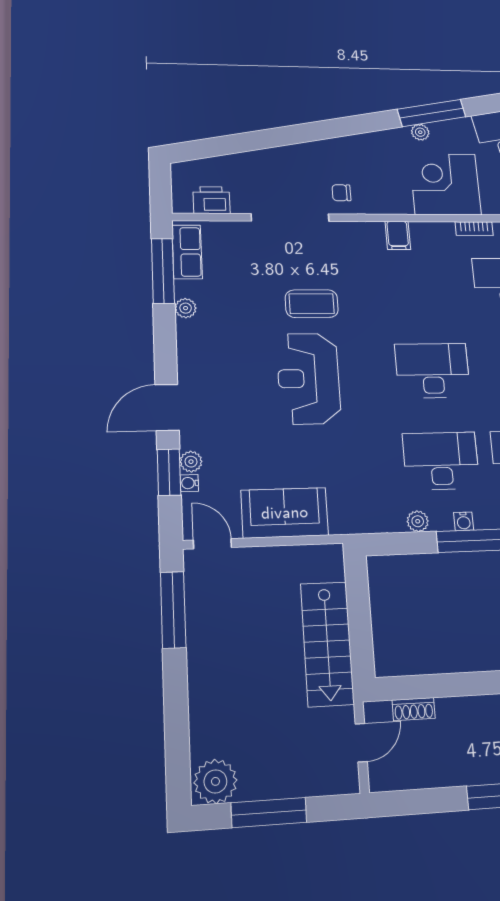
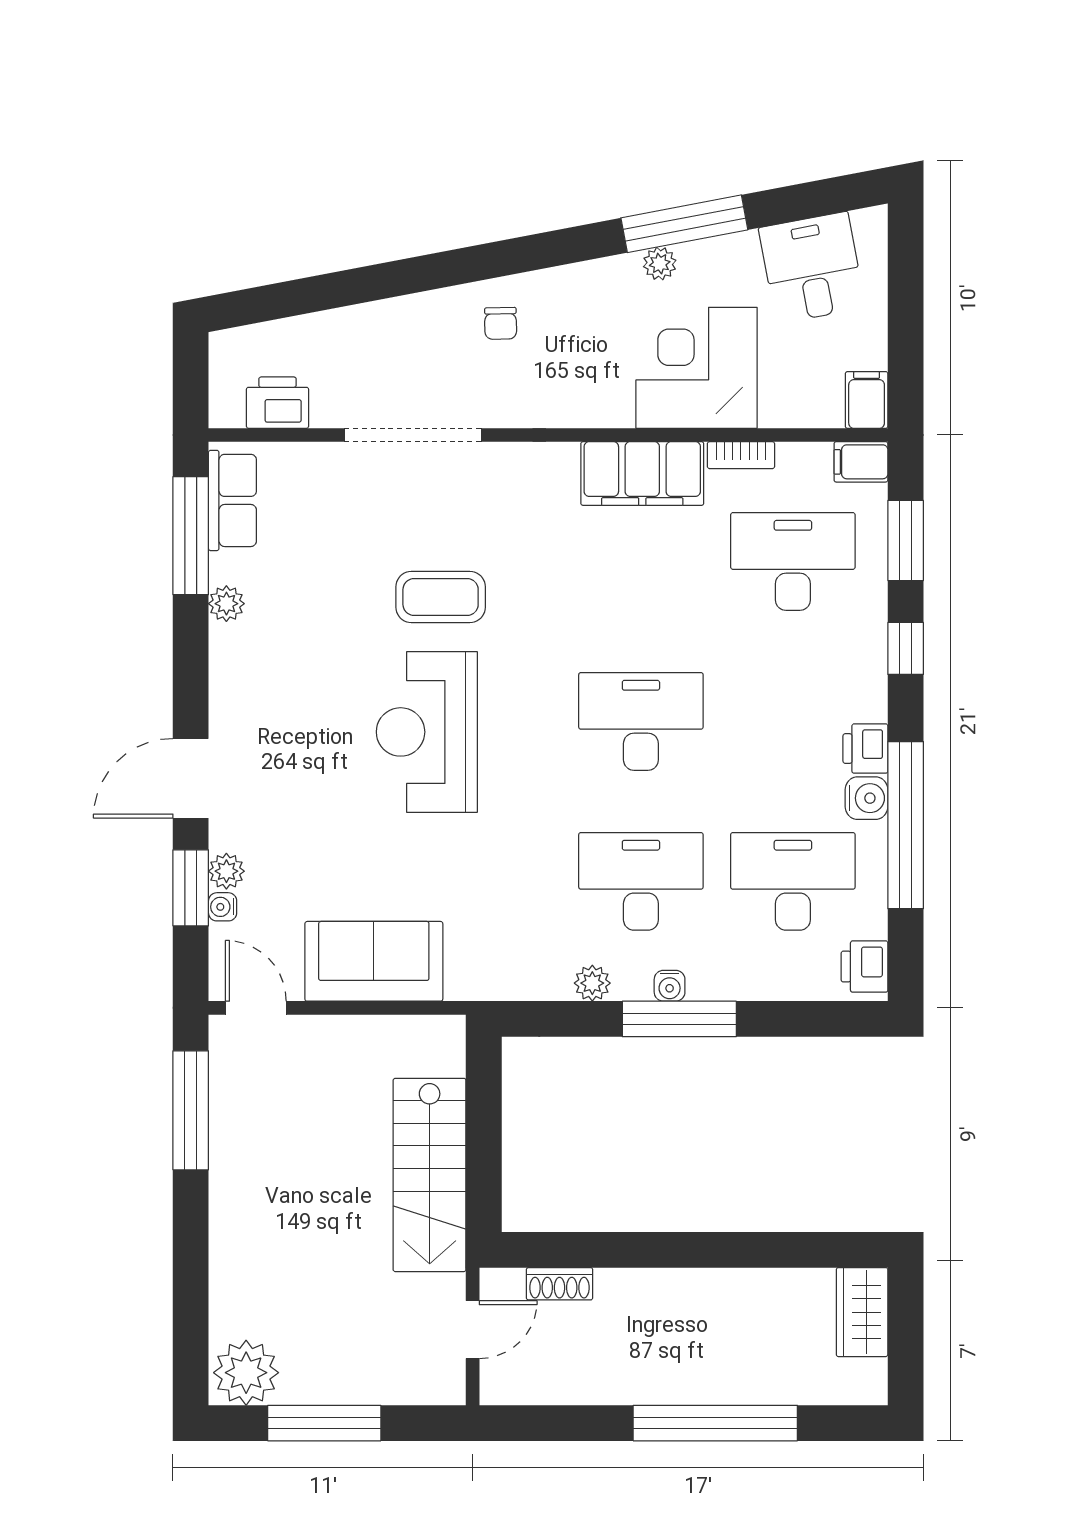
chair: (341, 193) -> (501, 323), moved, turned -91
filing cabinet: (398, 236) -> (642, 474), width x3.00, depth x1.17

